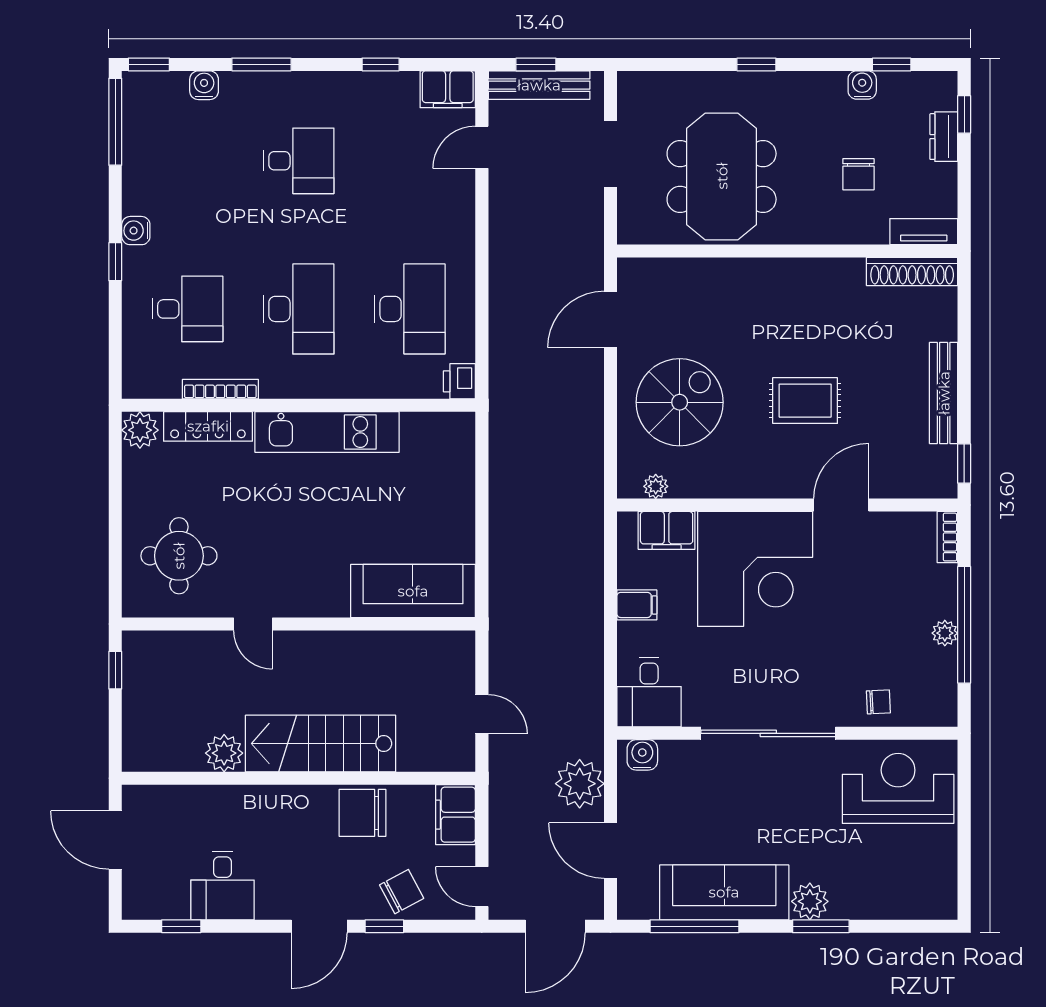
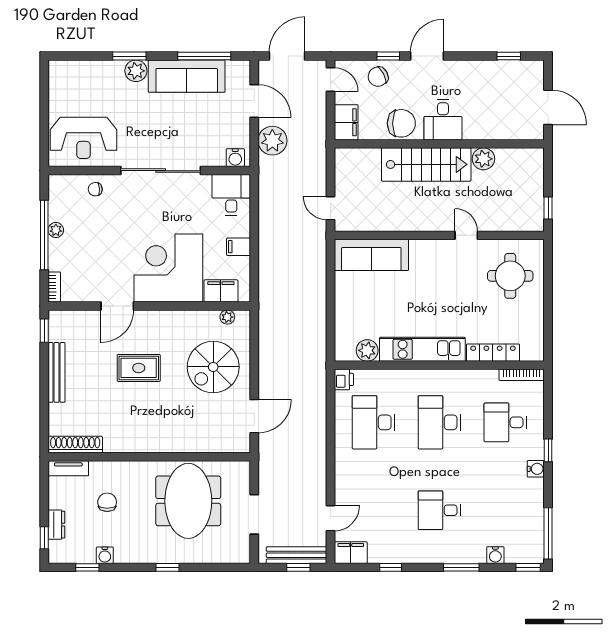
bookcase: (220, 389) -> (522, 375), moved
plant: (140, 430) -> (367, 350), moved
door: (482, 714) -> (331, 208), moved
desk: (223, 886) -> (443, 120), moved, turned 180

